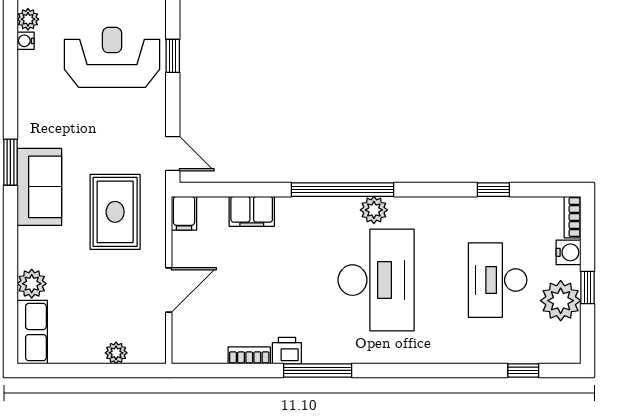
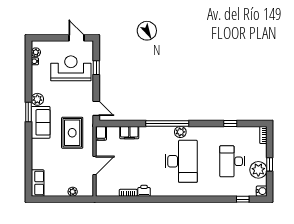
water cooler: (568, 252) -> (262, 191), moved
plant: (32, 284) -> (37, 99), moved
window: (318, 370) -> (157, 199), removed

